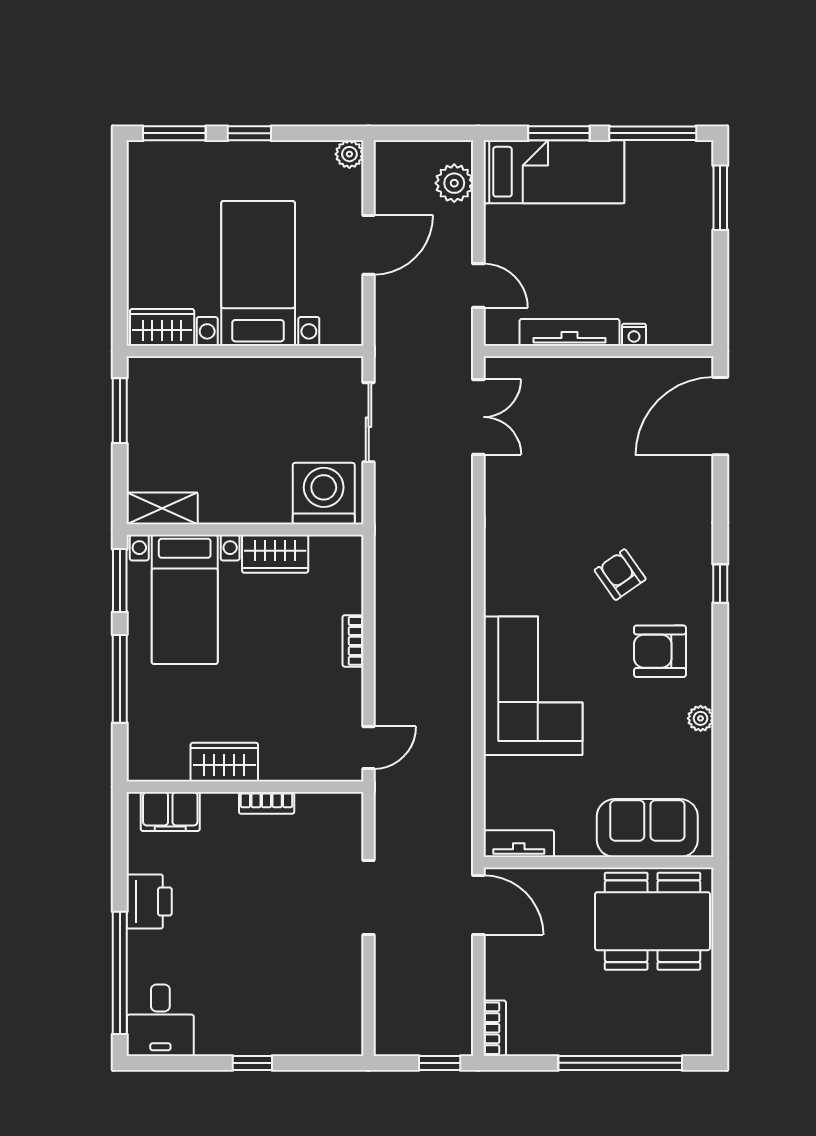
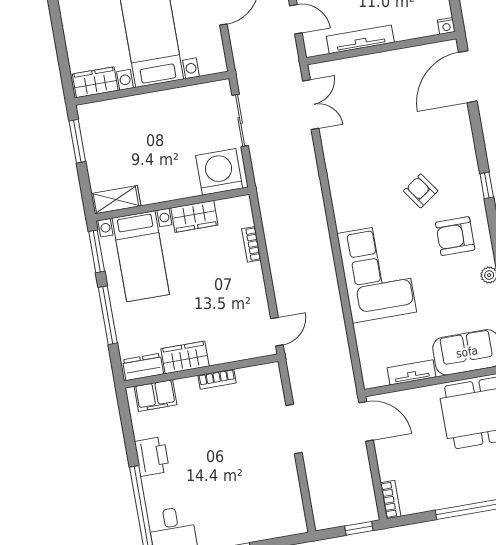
nightstand: (634, 335) -> (446, 26), moved
bookcase: (353, 641) -> (251, 244), moved
dresser: (159, 765) -> (143, 367), added
tv unit: (519, 844) -> (411, 372), moved

